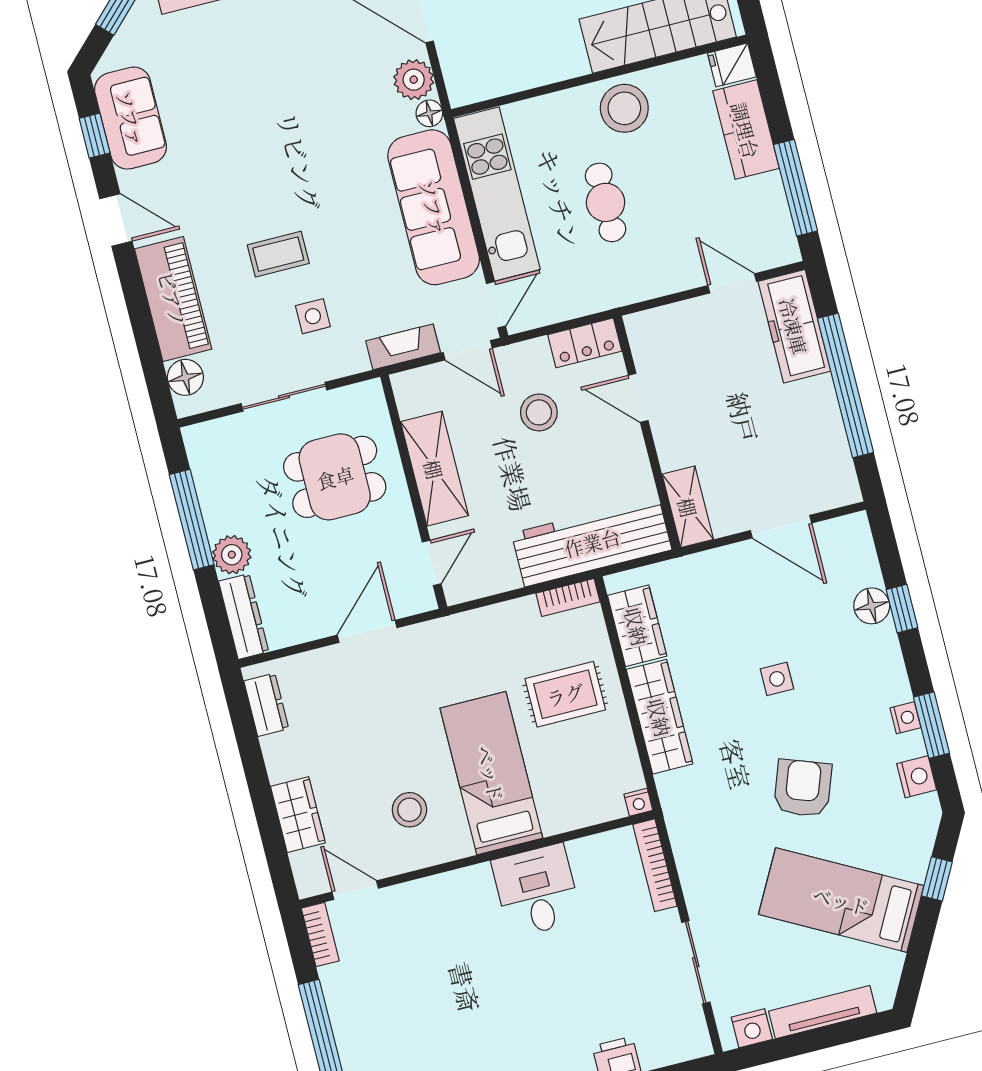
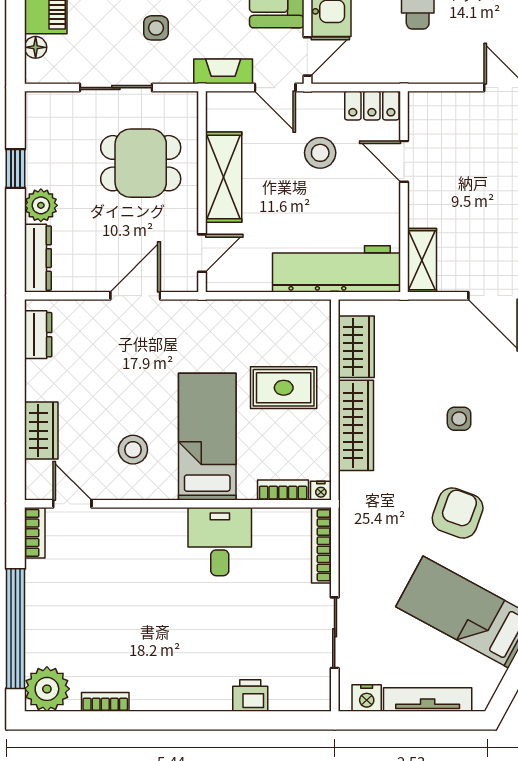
floor lamp: (185, 377) -> (36, 47), width x0.73, depth x0.73
window: (192, 520) -> (15, 169), width x0.46
bookcase: (568, 597) -> (283, 490), moved, turned 180

